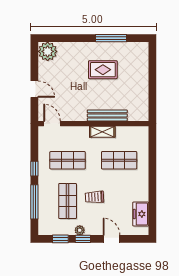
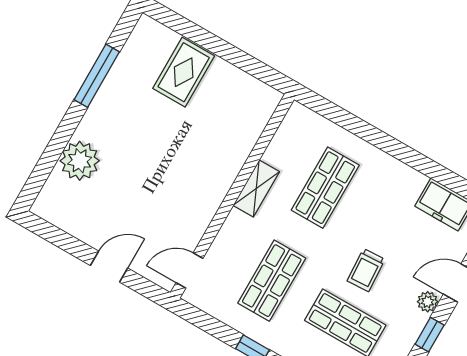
plant: (48, 51) -> (80, 161), moved
rug: (103, 70) -> (184, 72), moved
bench: (107, 115) -> (232, 163), removed
plant: (80, 230) -> (428, 302), moved

